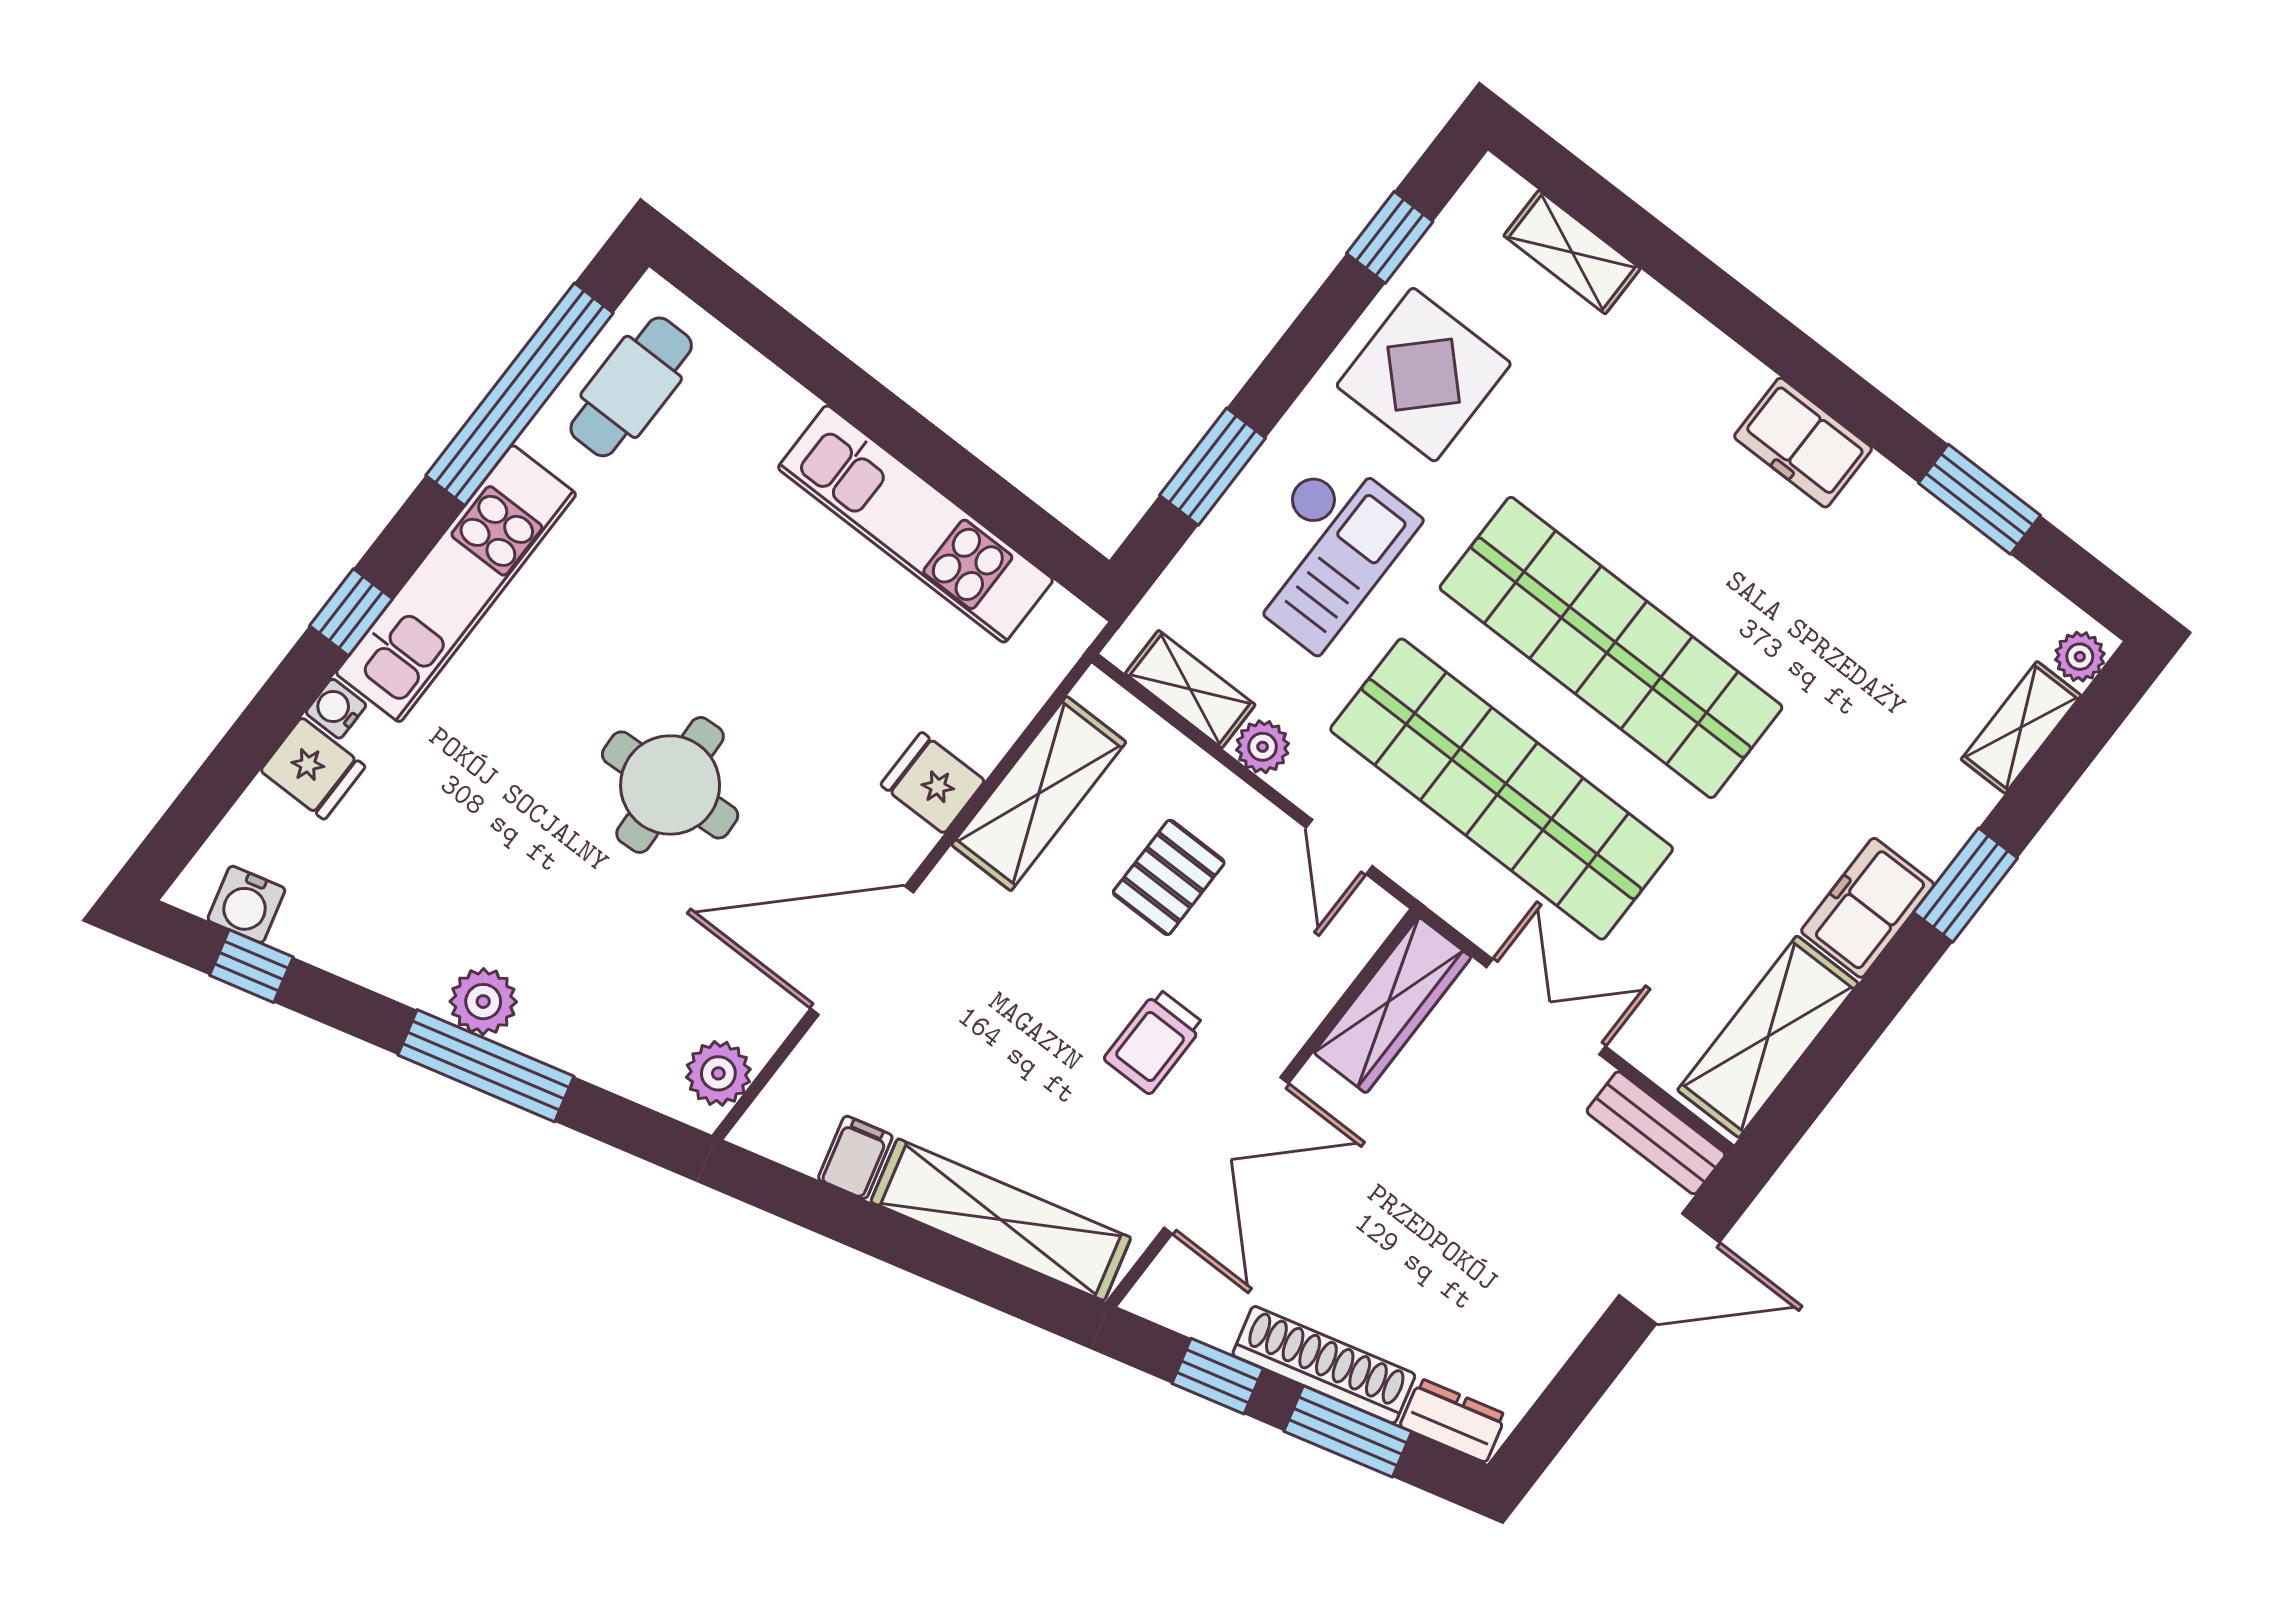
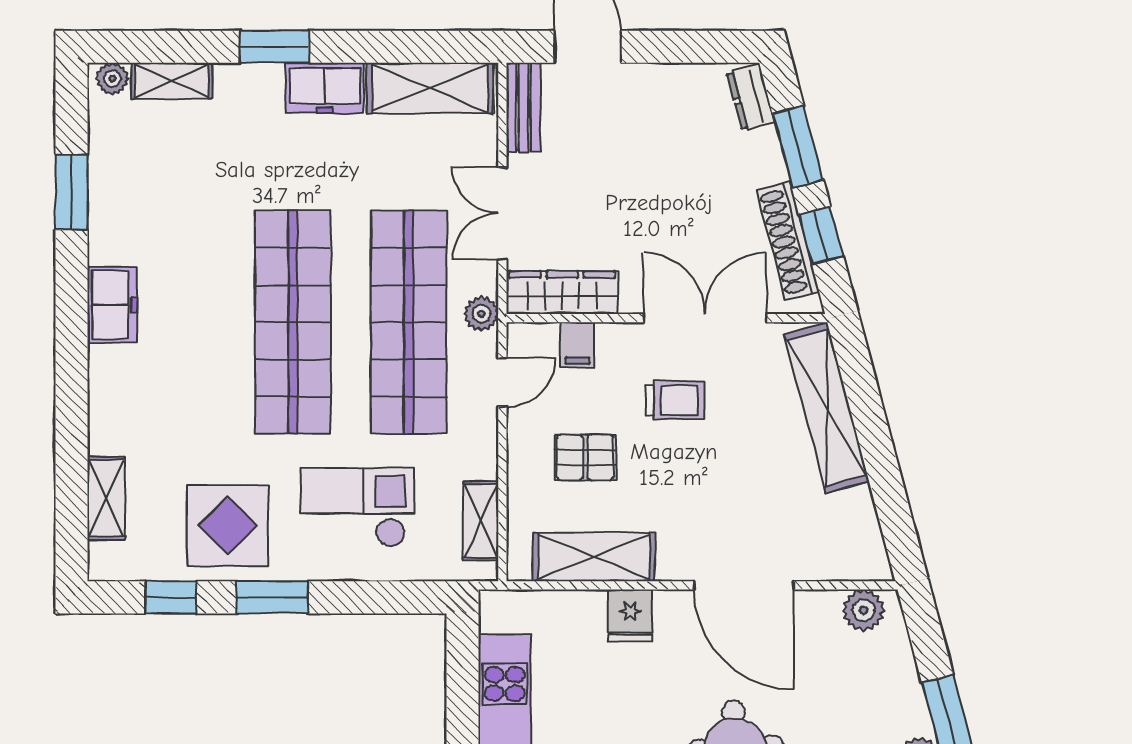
window: (1213, 467) -> (272, 597), moved
plant: (1263, 747) -> (481, 314), moved
filing cabinet: (855, 1157) -> (577, 345), moved, turned -75
shoe rack: (1324, 1365) -> (788, 241), moved

